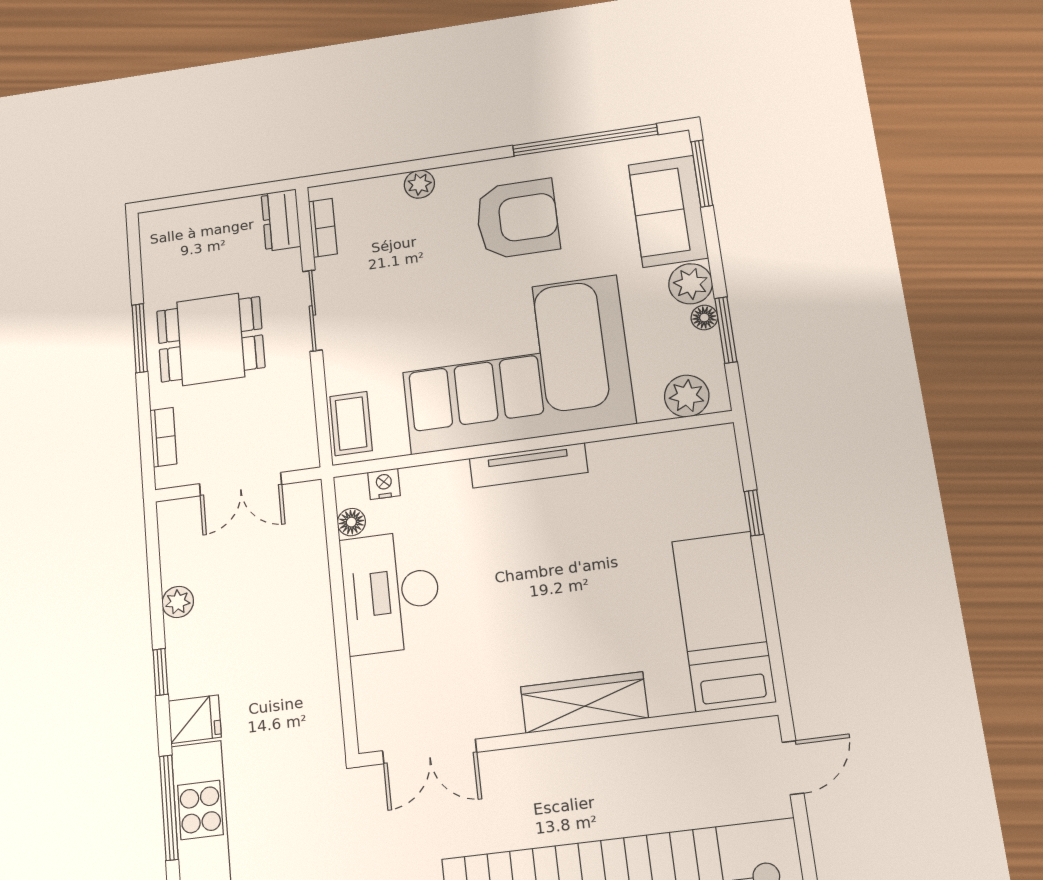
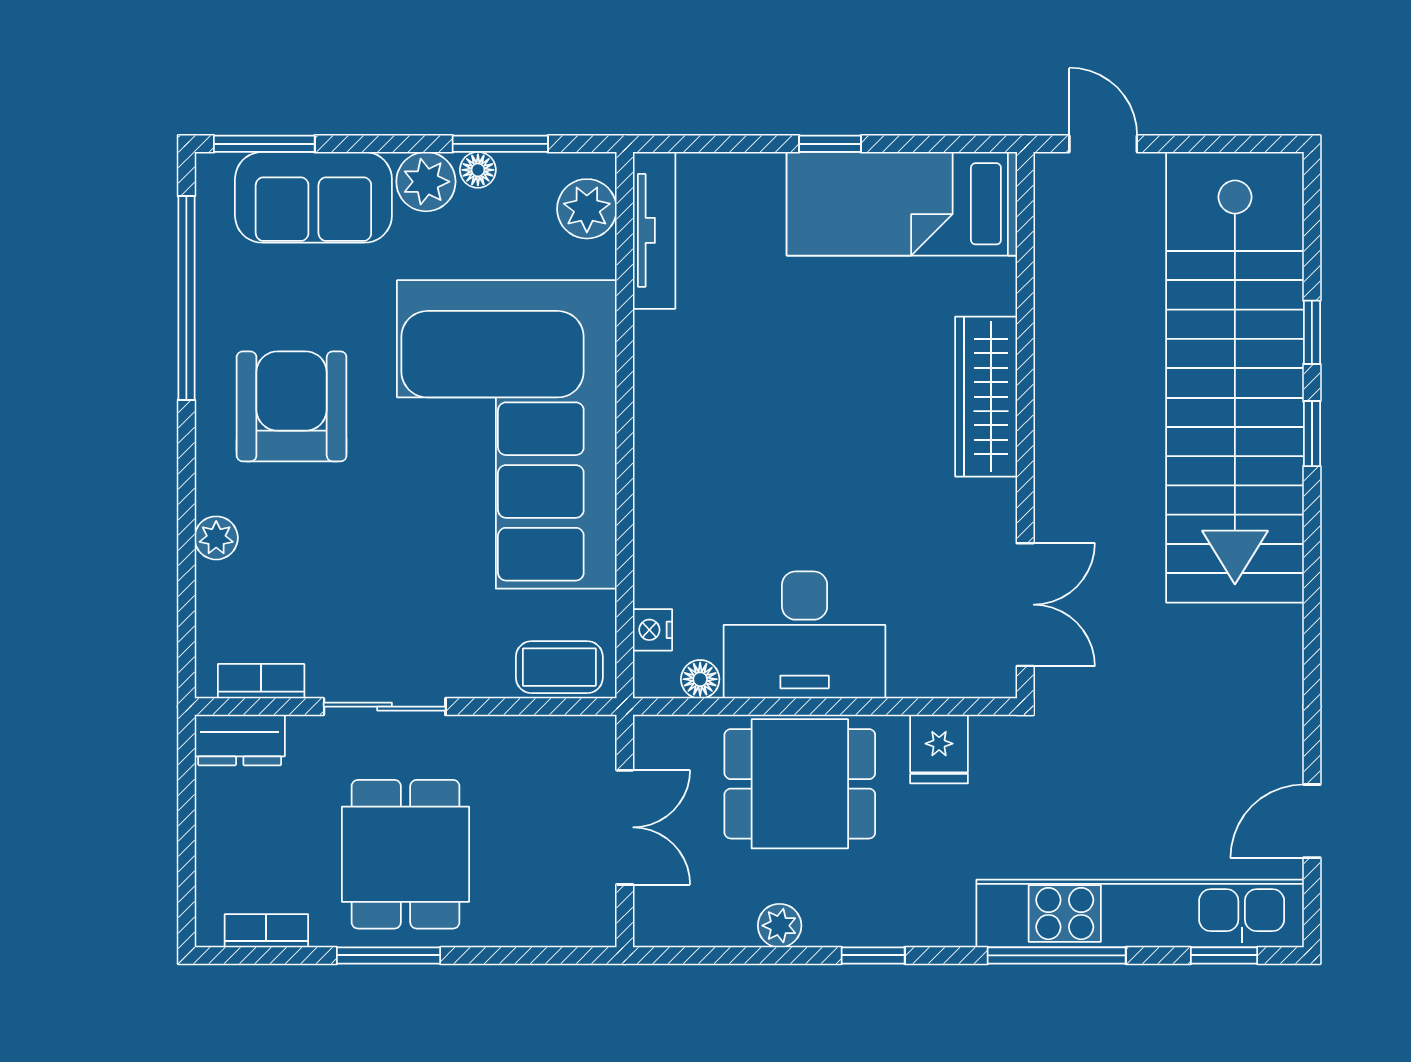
bookcase: (163, 437) -> (266, 931), moved
tv unit: (529, 465) -> (654, 230), moved
window: (754, 513) -> (830, 144), moved
dining table: (281, 603) -> (800, 784), added
fridge: (195, 719) -> (939, 749), moved, turned 180

